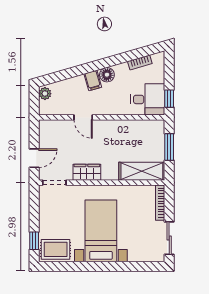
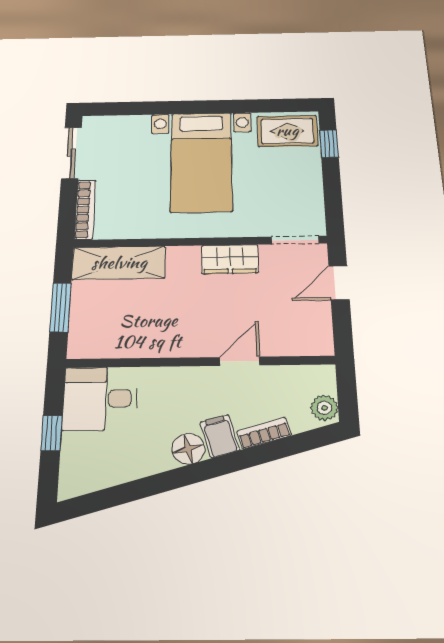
bookcase: (140, 62) -> (264, 433), moved
window: (169, 99) -> (52, 433), moved
door: (83, 117) -> (240, 361), hinge flipped

